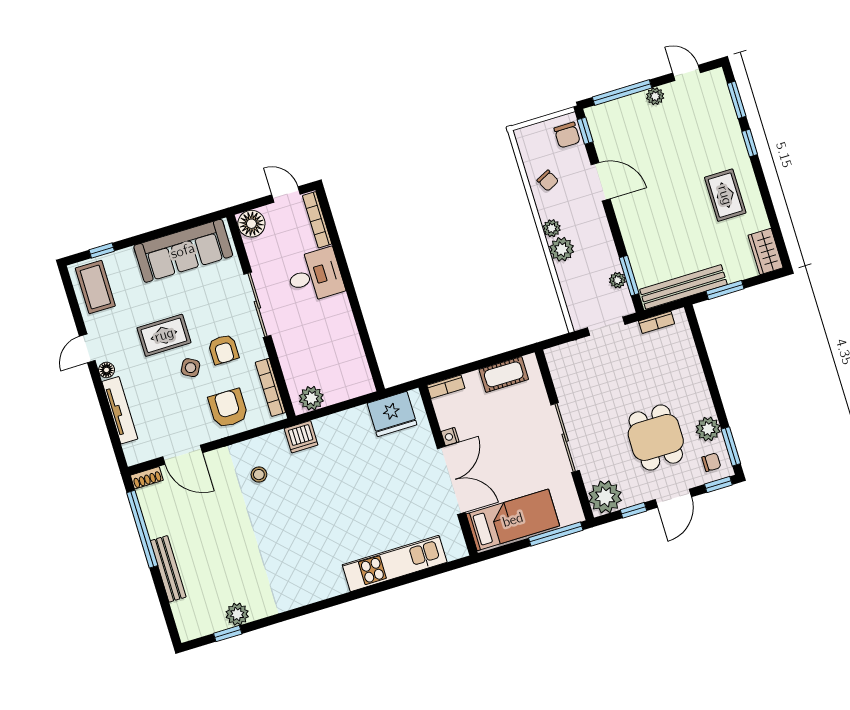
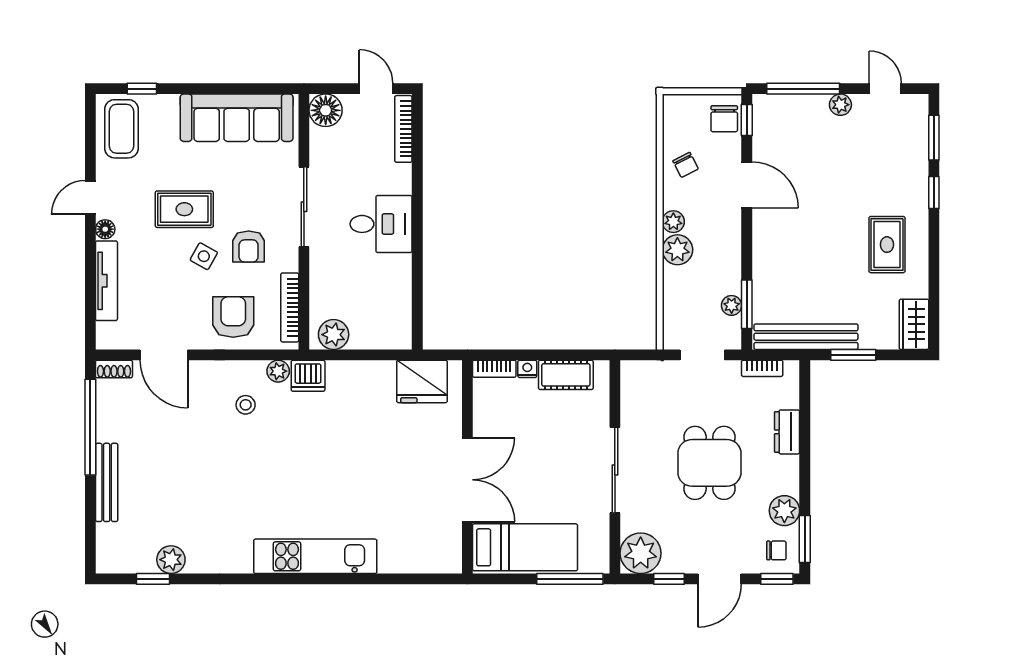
desk: (315, 276) -> (381, 224), moved
dresser: (691, 366) -> (787, 432), added
nightstand: (450, 437) -> (527, 369), moved, turned 90
dining table: (656, 437) -> (709, 463), moved
plant: (276, 440) -> (278, 371), added
kitchen unit: (395, 563) -> (315, 556), moved

